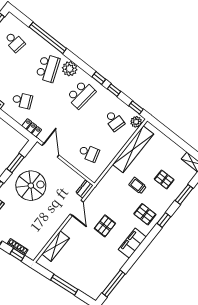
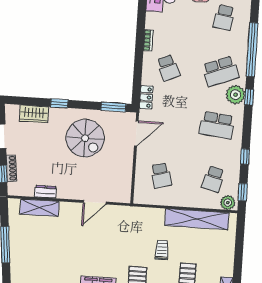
window: (99, 78) -> (249, 97), moved
window: (16, 163) -> (114, 107), moved
dresser: (84, 189) -> (46, 192), moved
pallet: (105, 226) -> (96, 245), removed

